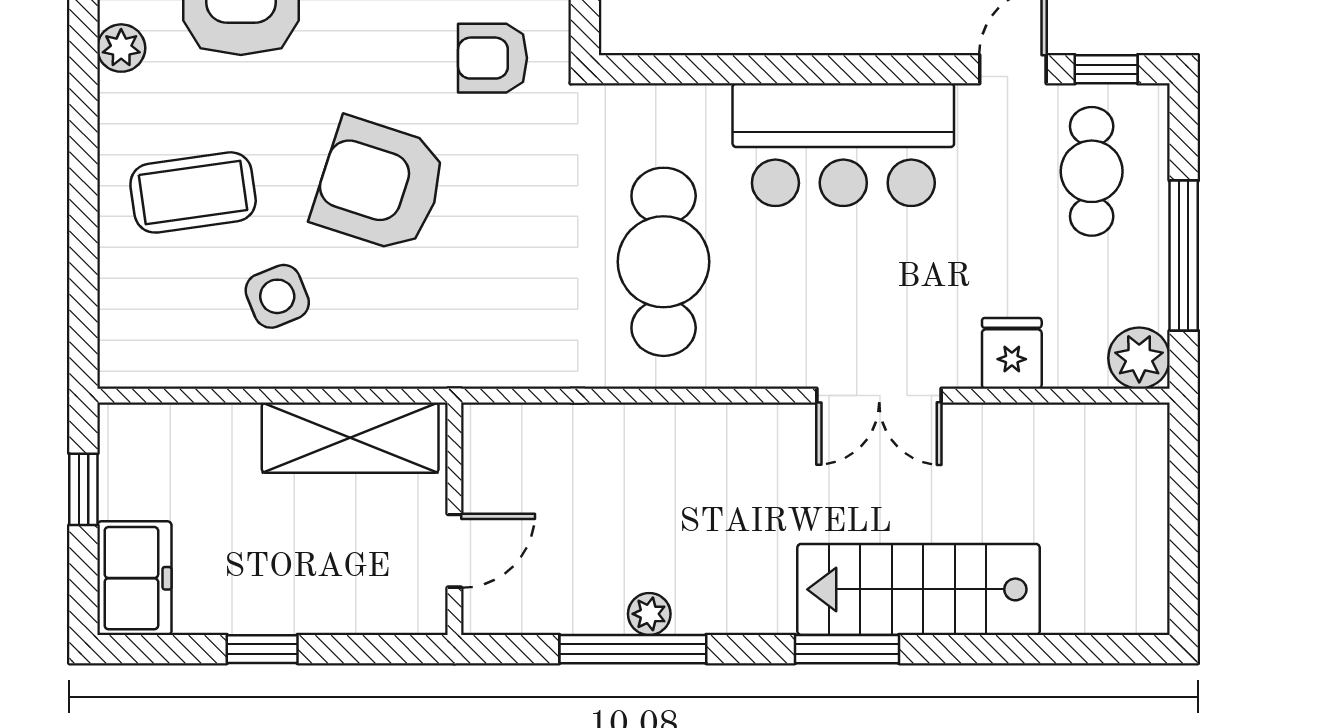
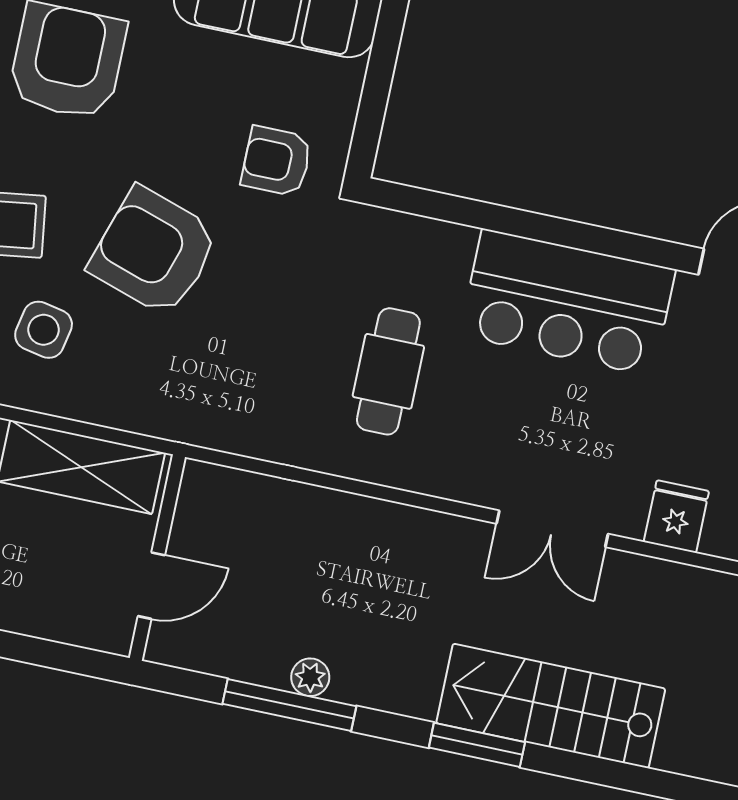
cafe table: (664, 262) -> (388, 371), width x0.73, depth x0.74
side table: (277, 296) -> (44, 330), turned 33

